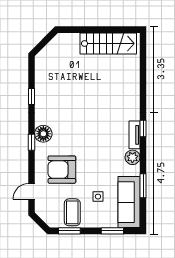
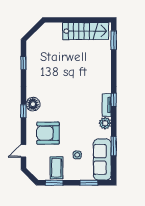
window: (143, 55) -> (114, 40), added
window: (32, 97) -> (23, 63), moved

